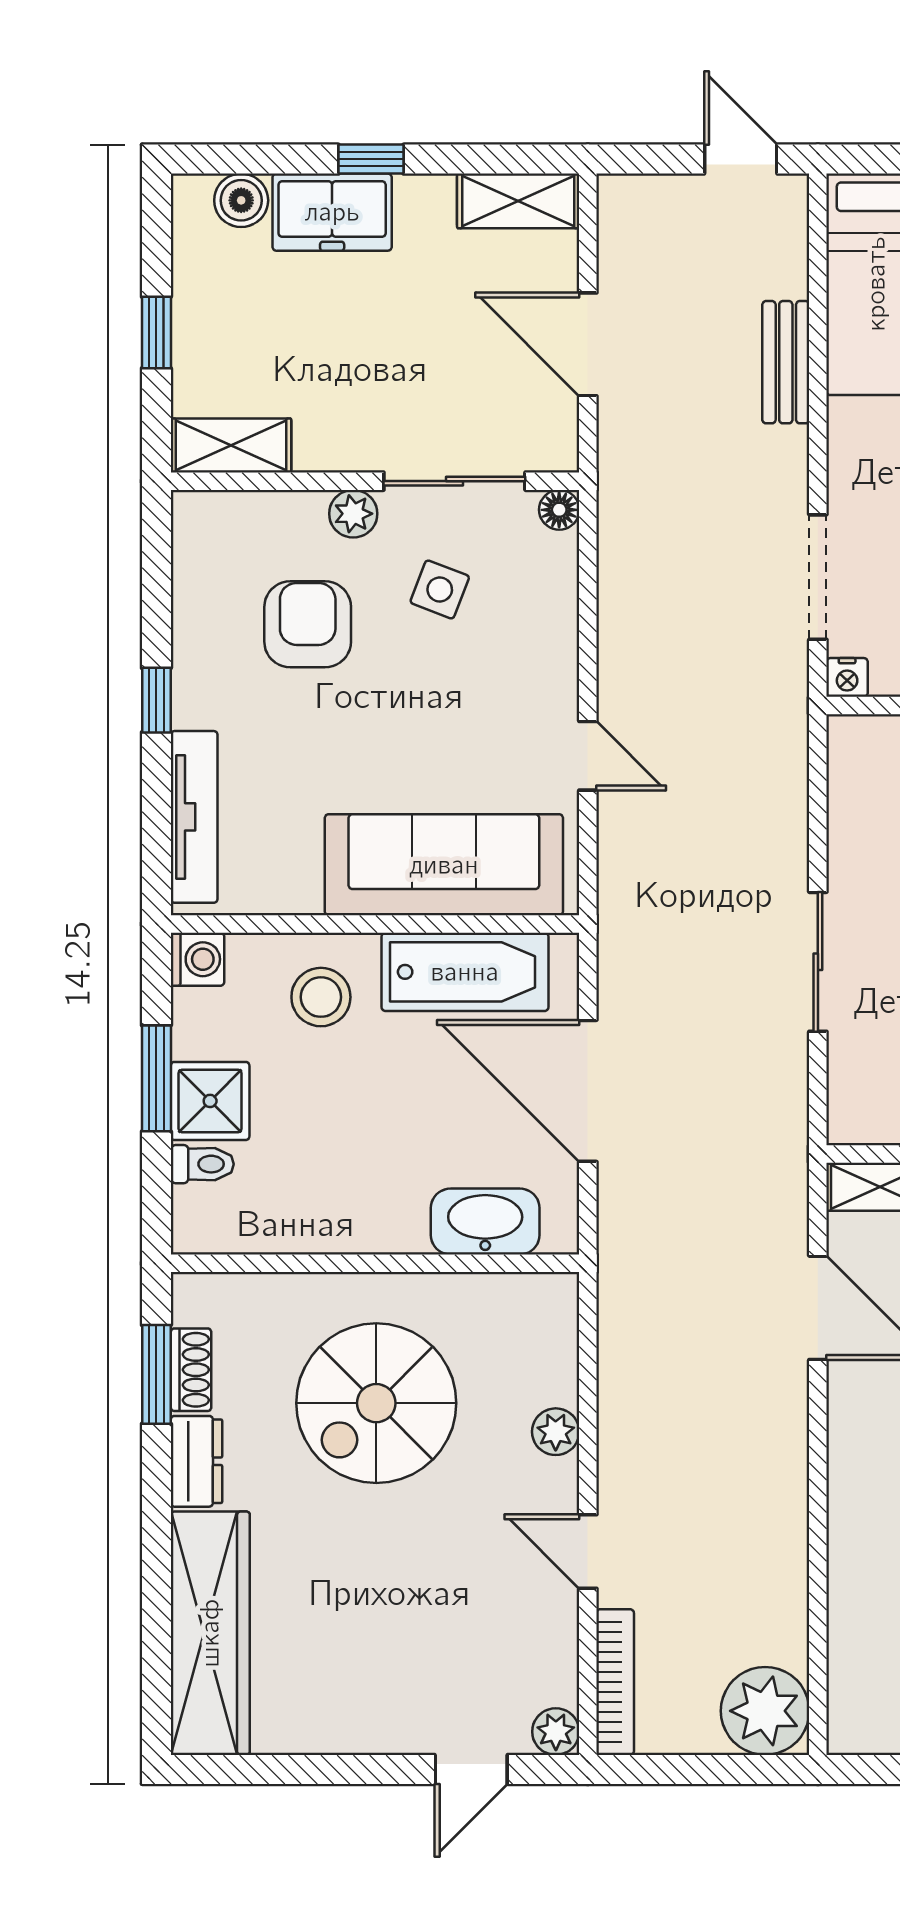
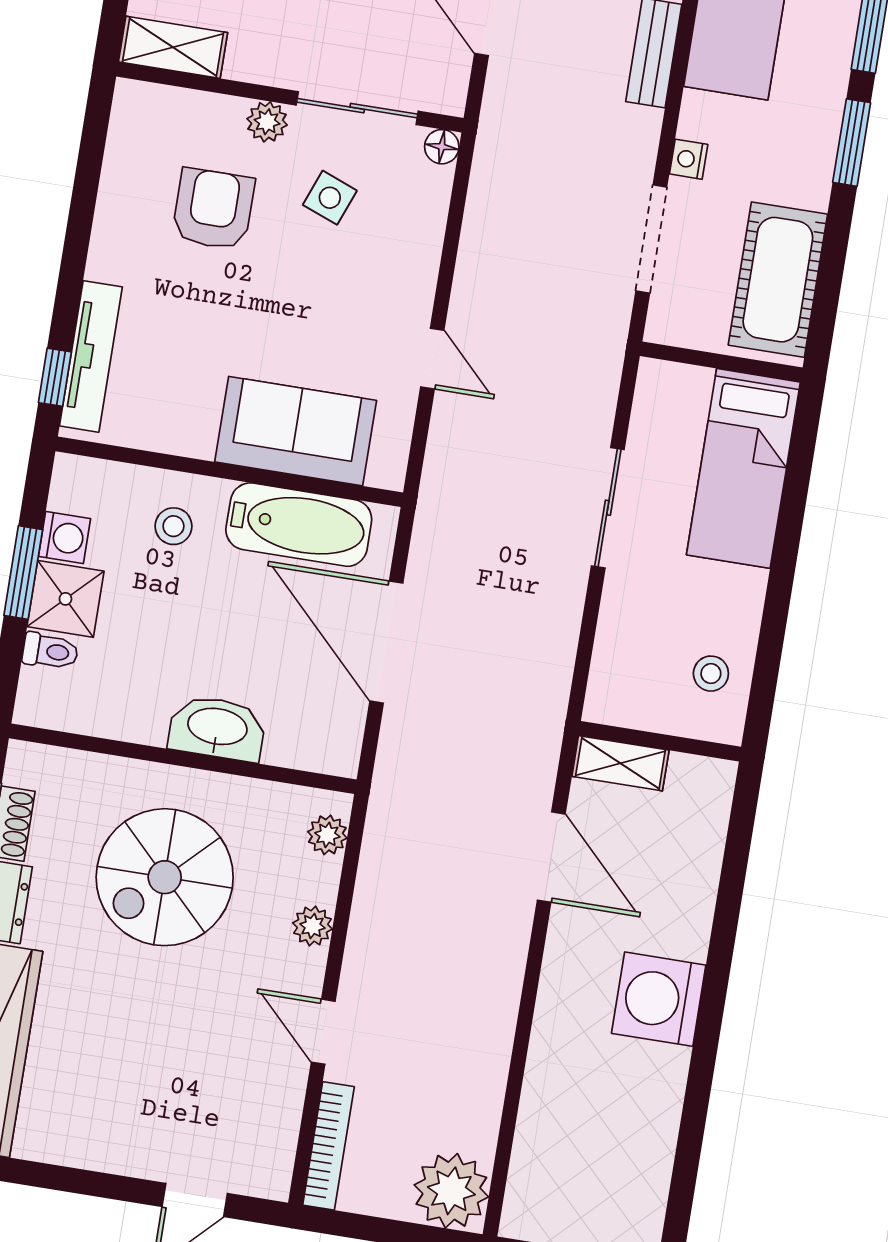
nightstand: (847, 677) -> (689, 159), moved, turned 90
window: (156, 700) -> (55, 377), moved
sofa: (444, 865) -> (296, 431), width x0.73
washing machine: (197, 959) -> (64, 538), moved
sliding door: (818, 962) -> (608, 508), moved
stool: (321, 997) -> (173, 526), width x0.73, depth x0.73
washbasin: (485, 1222) -> (217, 728), moved
plant: (556, 1732) -> (327, 835), moved

